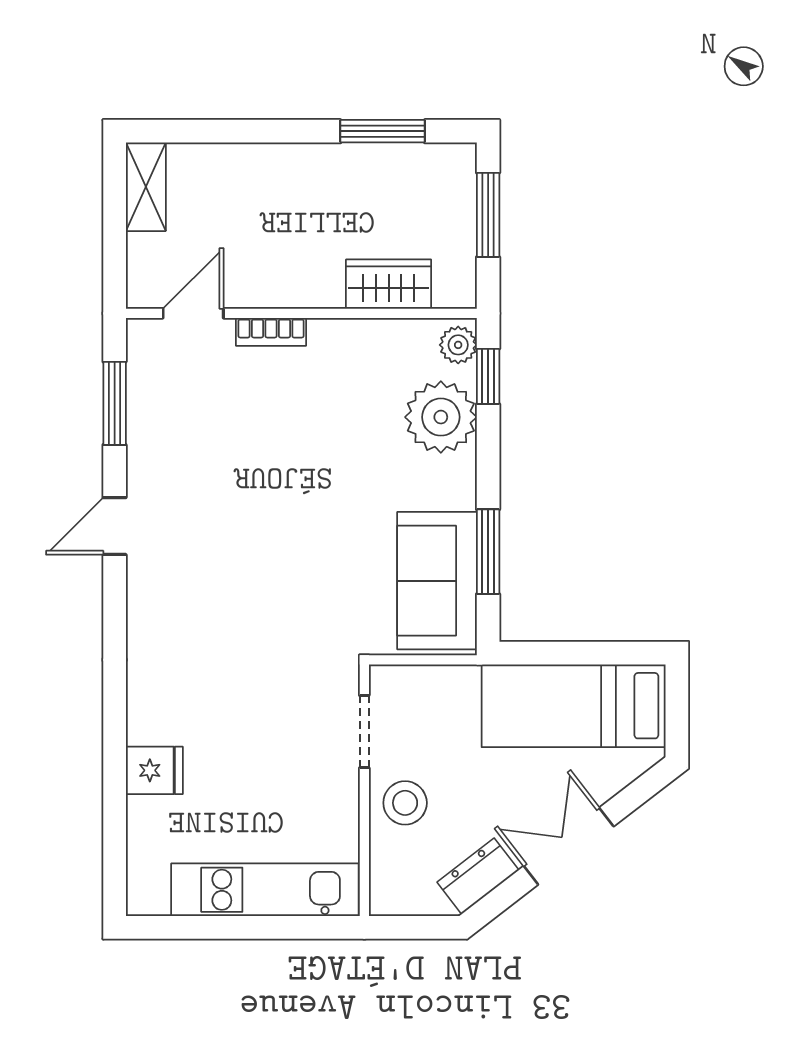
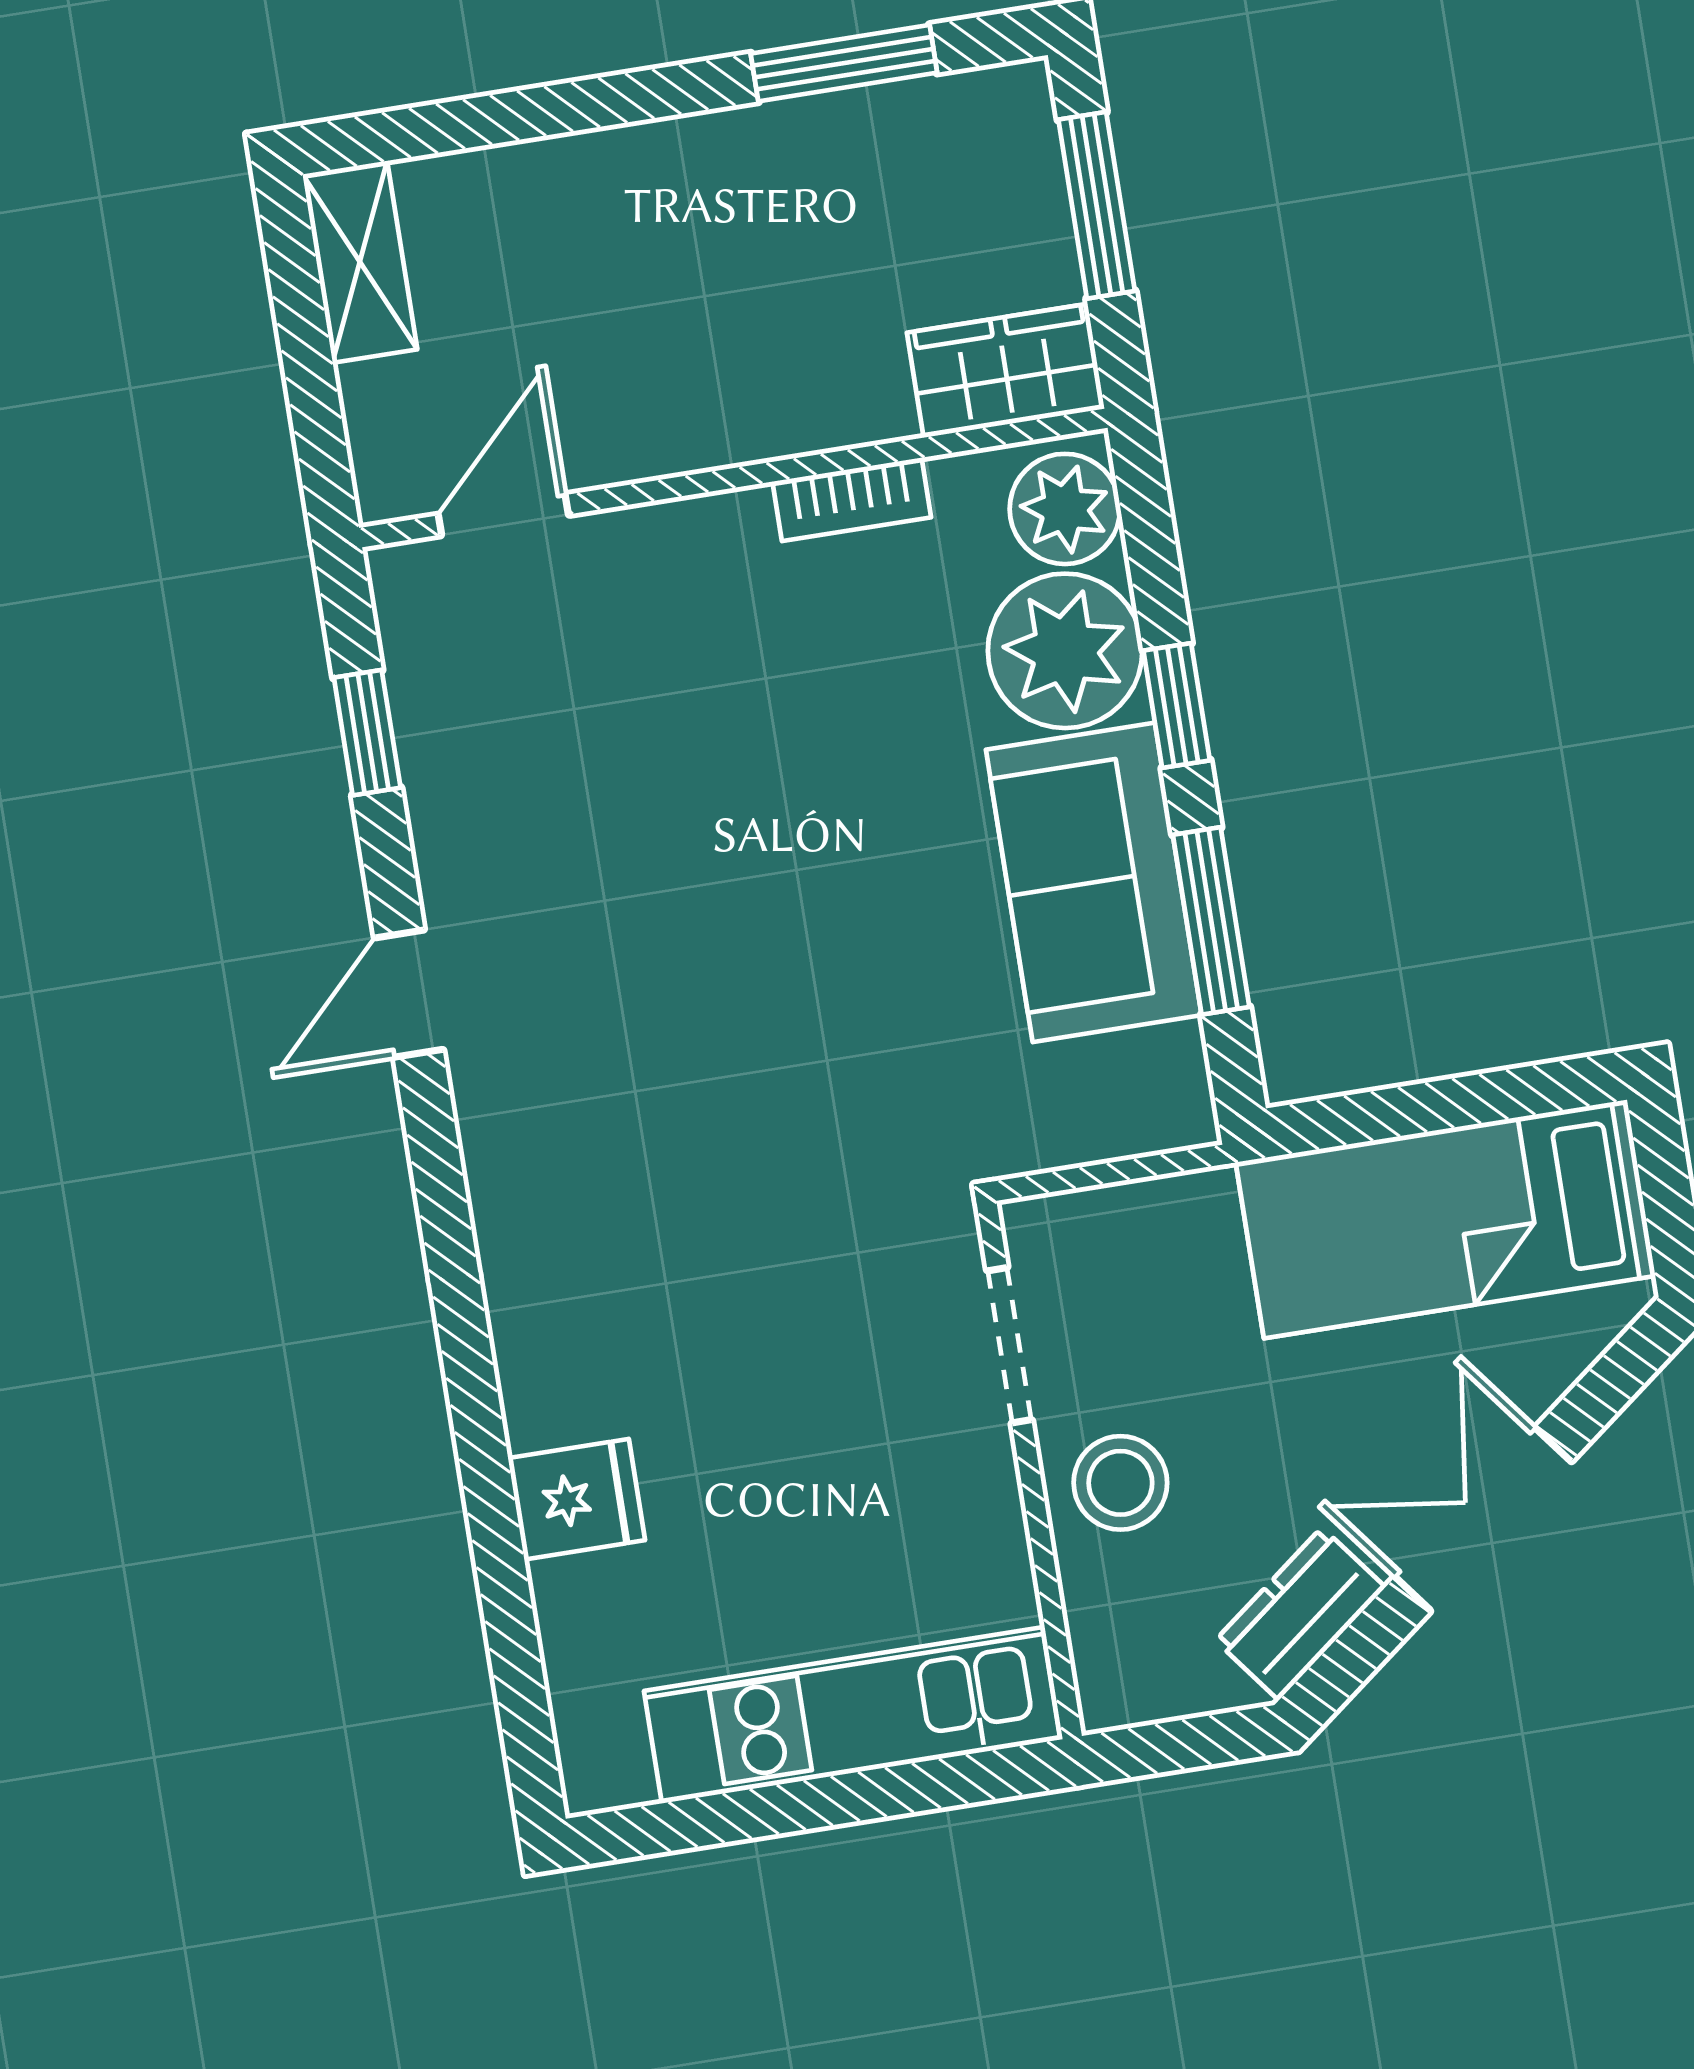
wardrobe: (389, 284) -> (1006, 371), moved
bookcase: (271, 332) -> (852, 499), moved
plant: (458, 345) -> (1065, 509), width x1.38, depth x1.38
window: (488, 376) -> (1177, 706), moved
window: (115, 403) -> (367, 733), width x0.67
sofa: (437, 581) -> (1094, 882), moved

